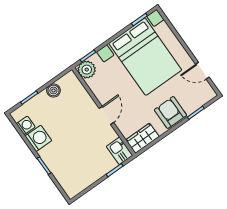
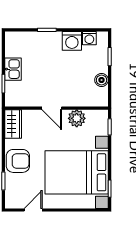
plant: (87, 70) -> (77, 118), moved
kitchen sink: (119, 151) -> (13, 69), moved, turned 90

